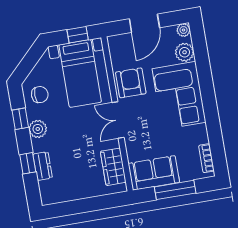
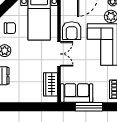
armchair: (131, 83) -> (72, 31), turned 180
double door: (118, 120) -> (59, 54), swing flipped

